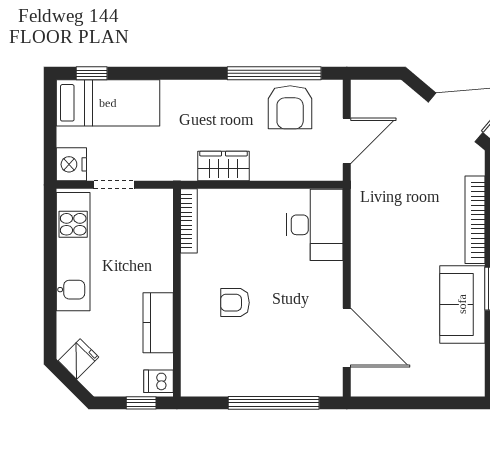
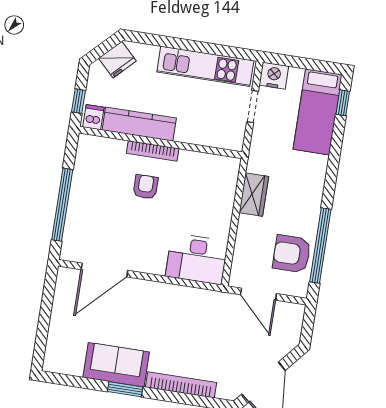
bookcase: (189, 221) -> (153, 151), moved
kitchen counter: (158, 323) -> (139, 124), width x1.50
fridge: (78, 359) -> (117, 60), width x1.38

